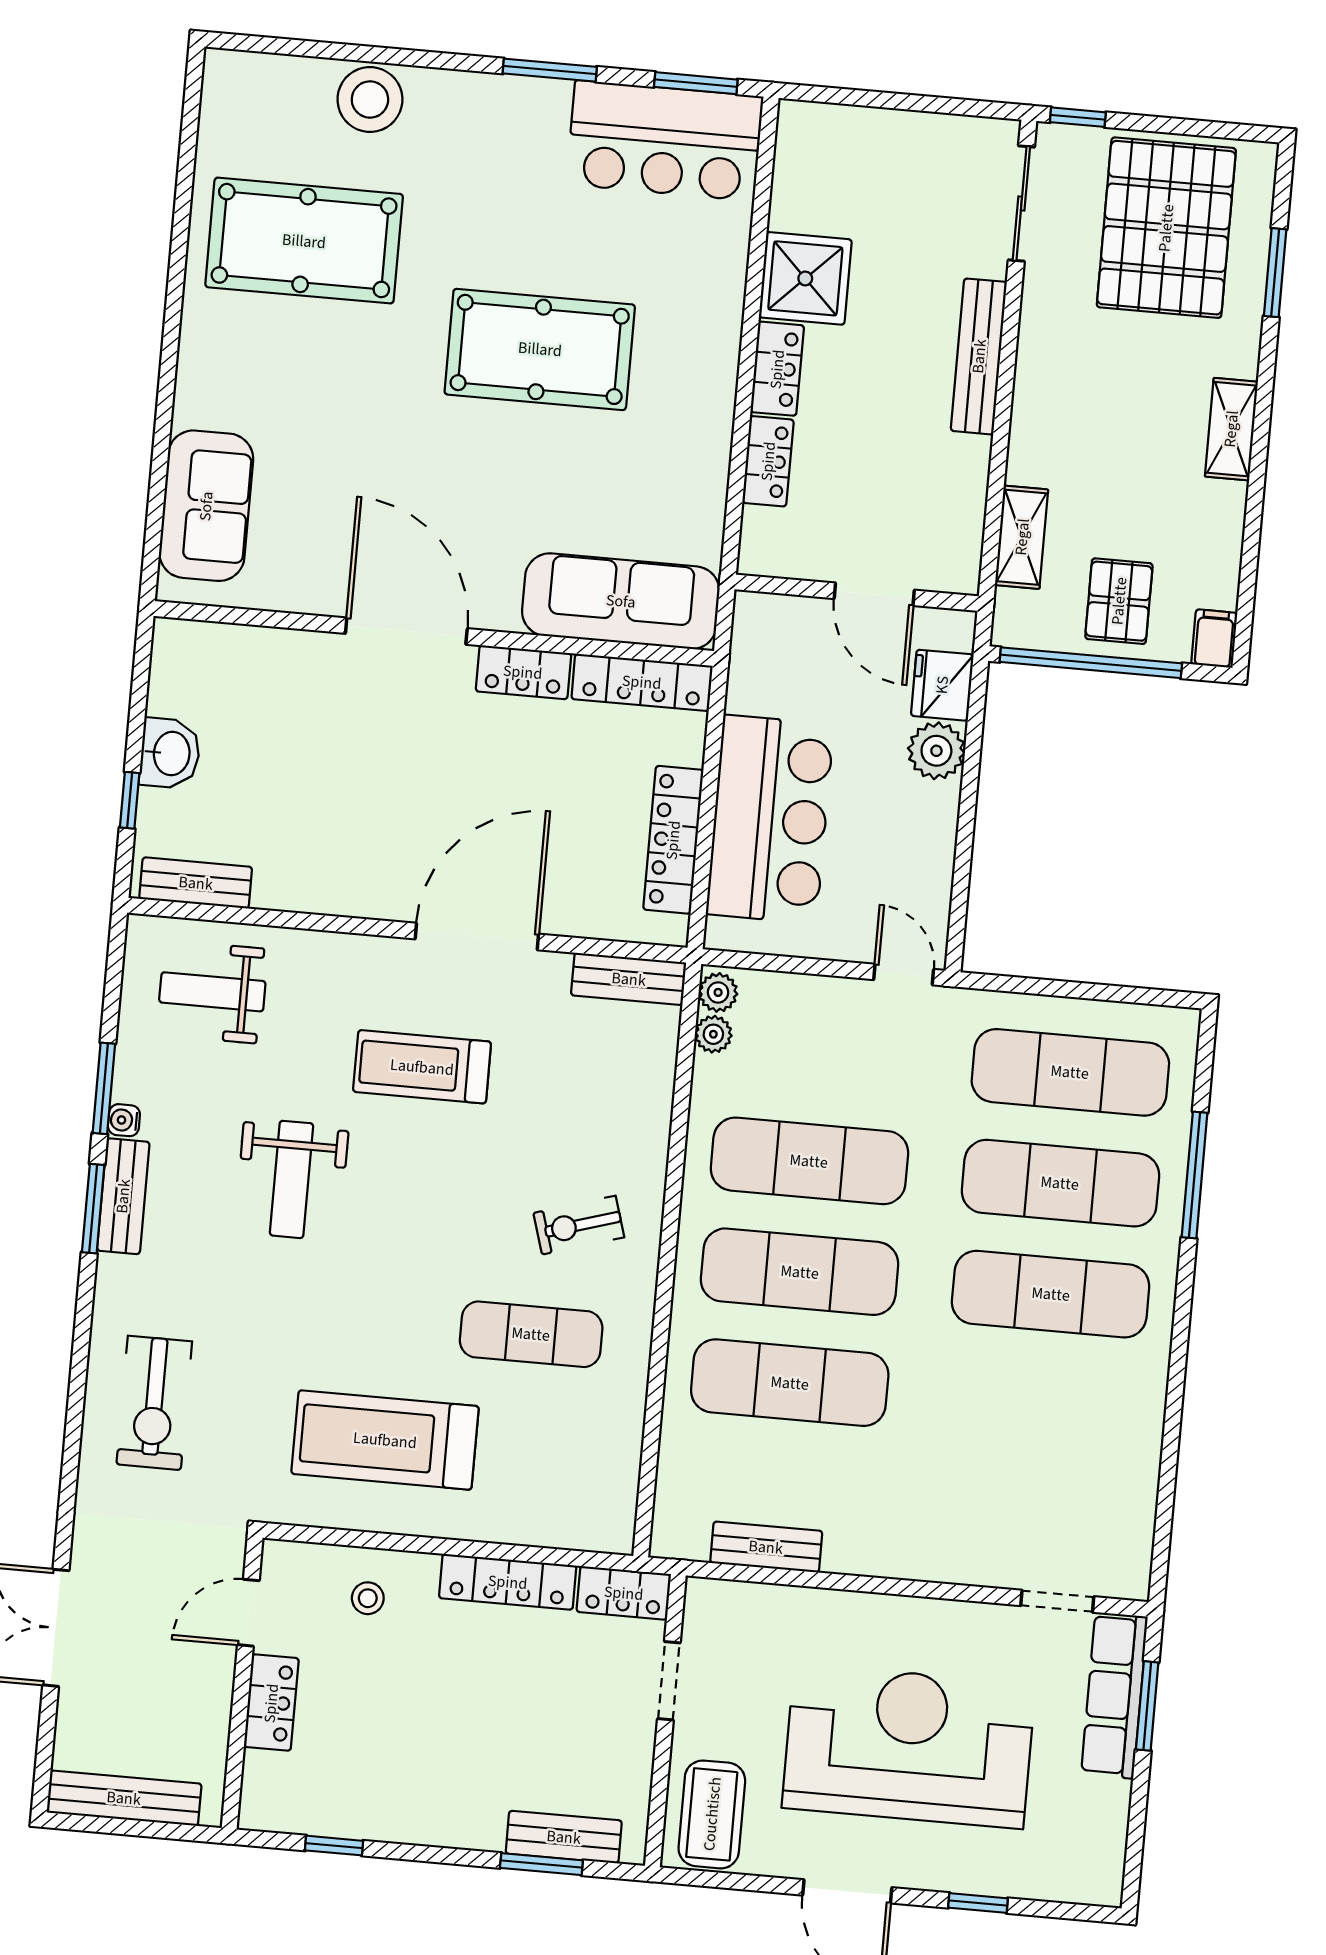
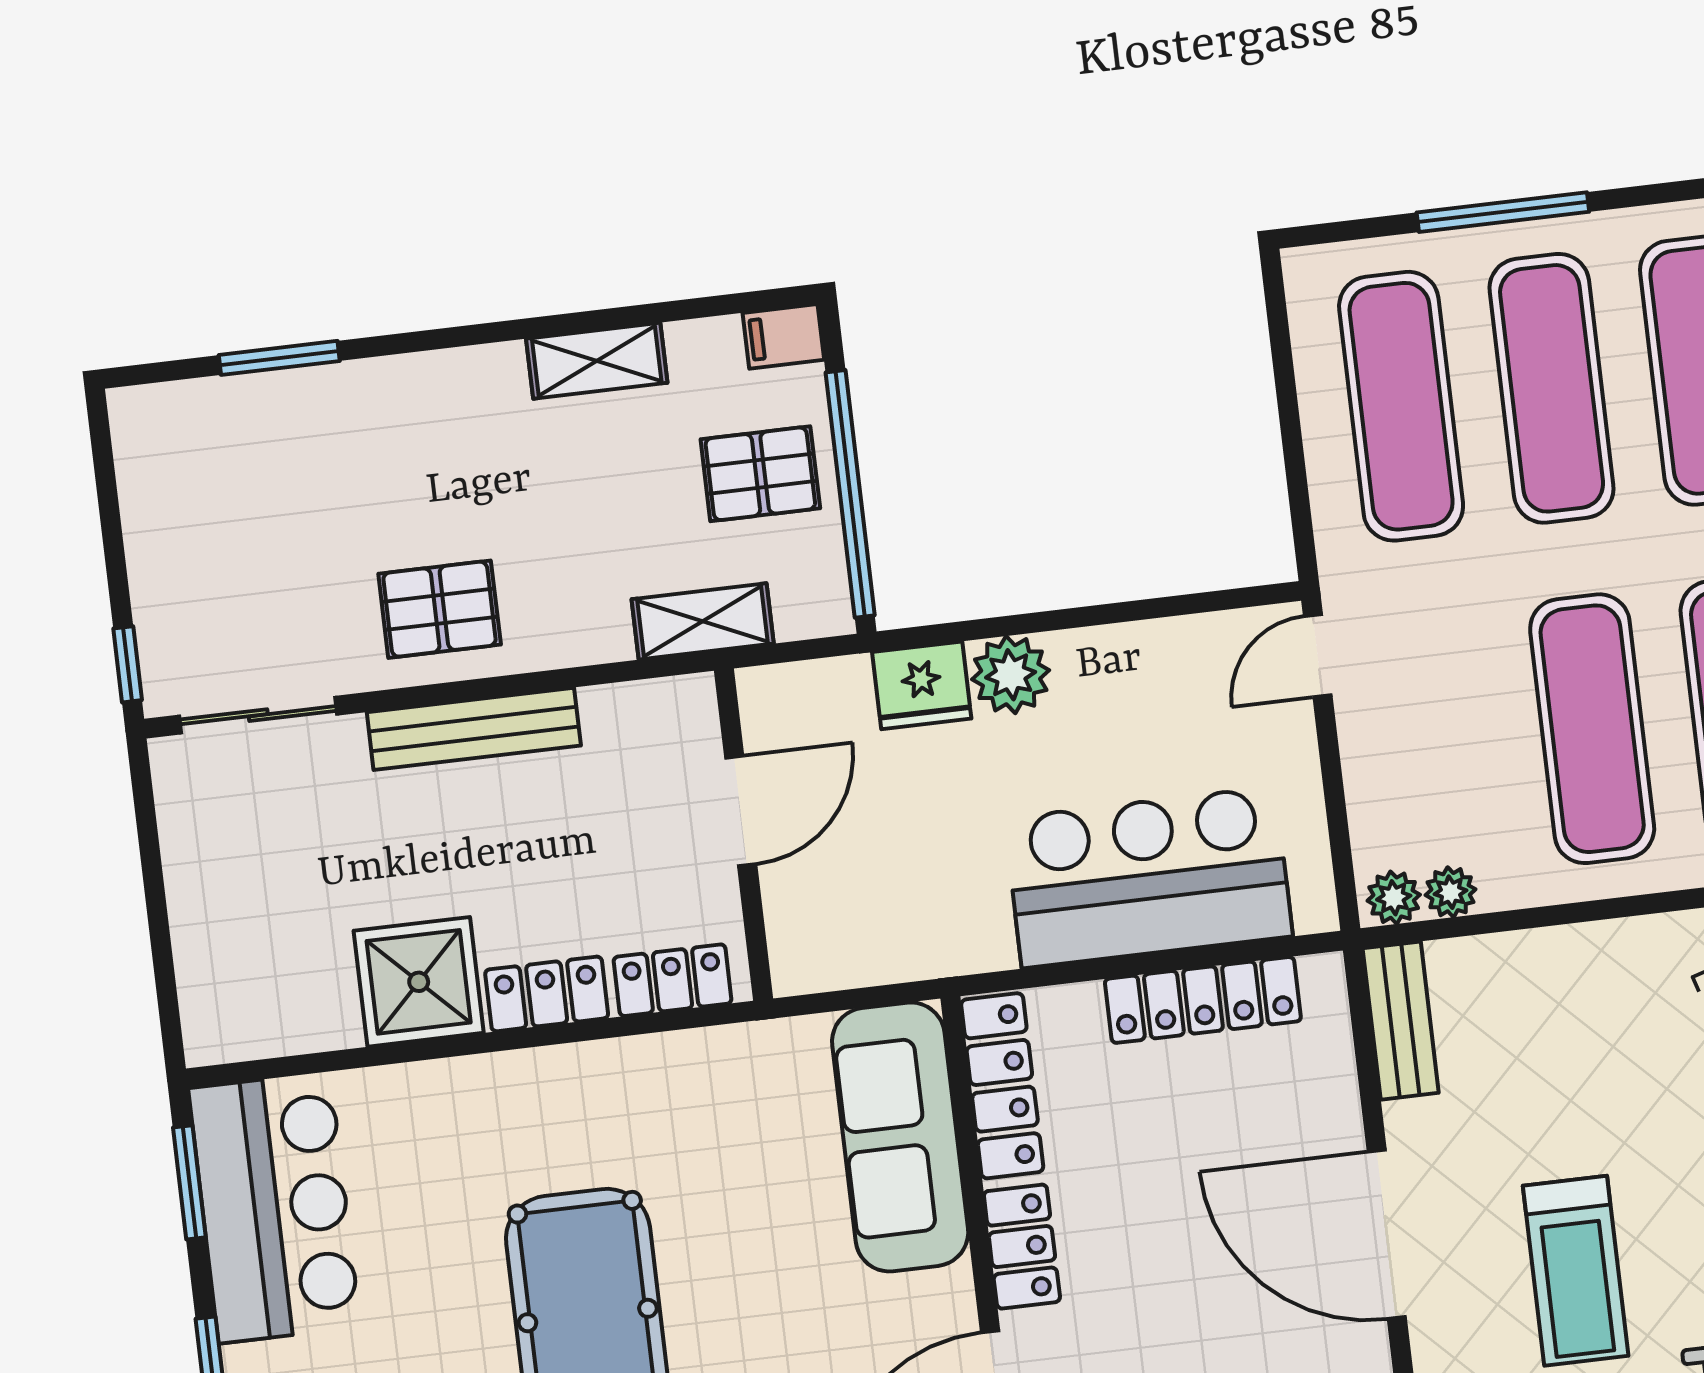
pallet: (1166, 228) -> (440, 609), moved, width x0.49, depth x0.50
shelving: (1231, 429) -> (597, 361), moved
wall: (857, 593) -> (744, 835), moved
door: (874, 594) -> (741, 811), moved

